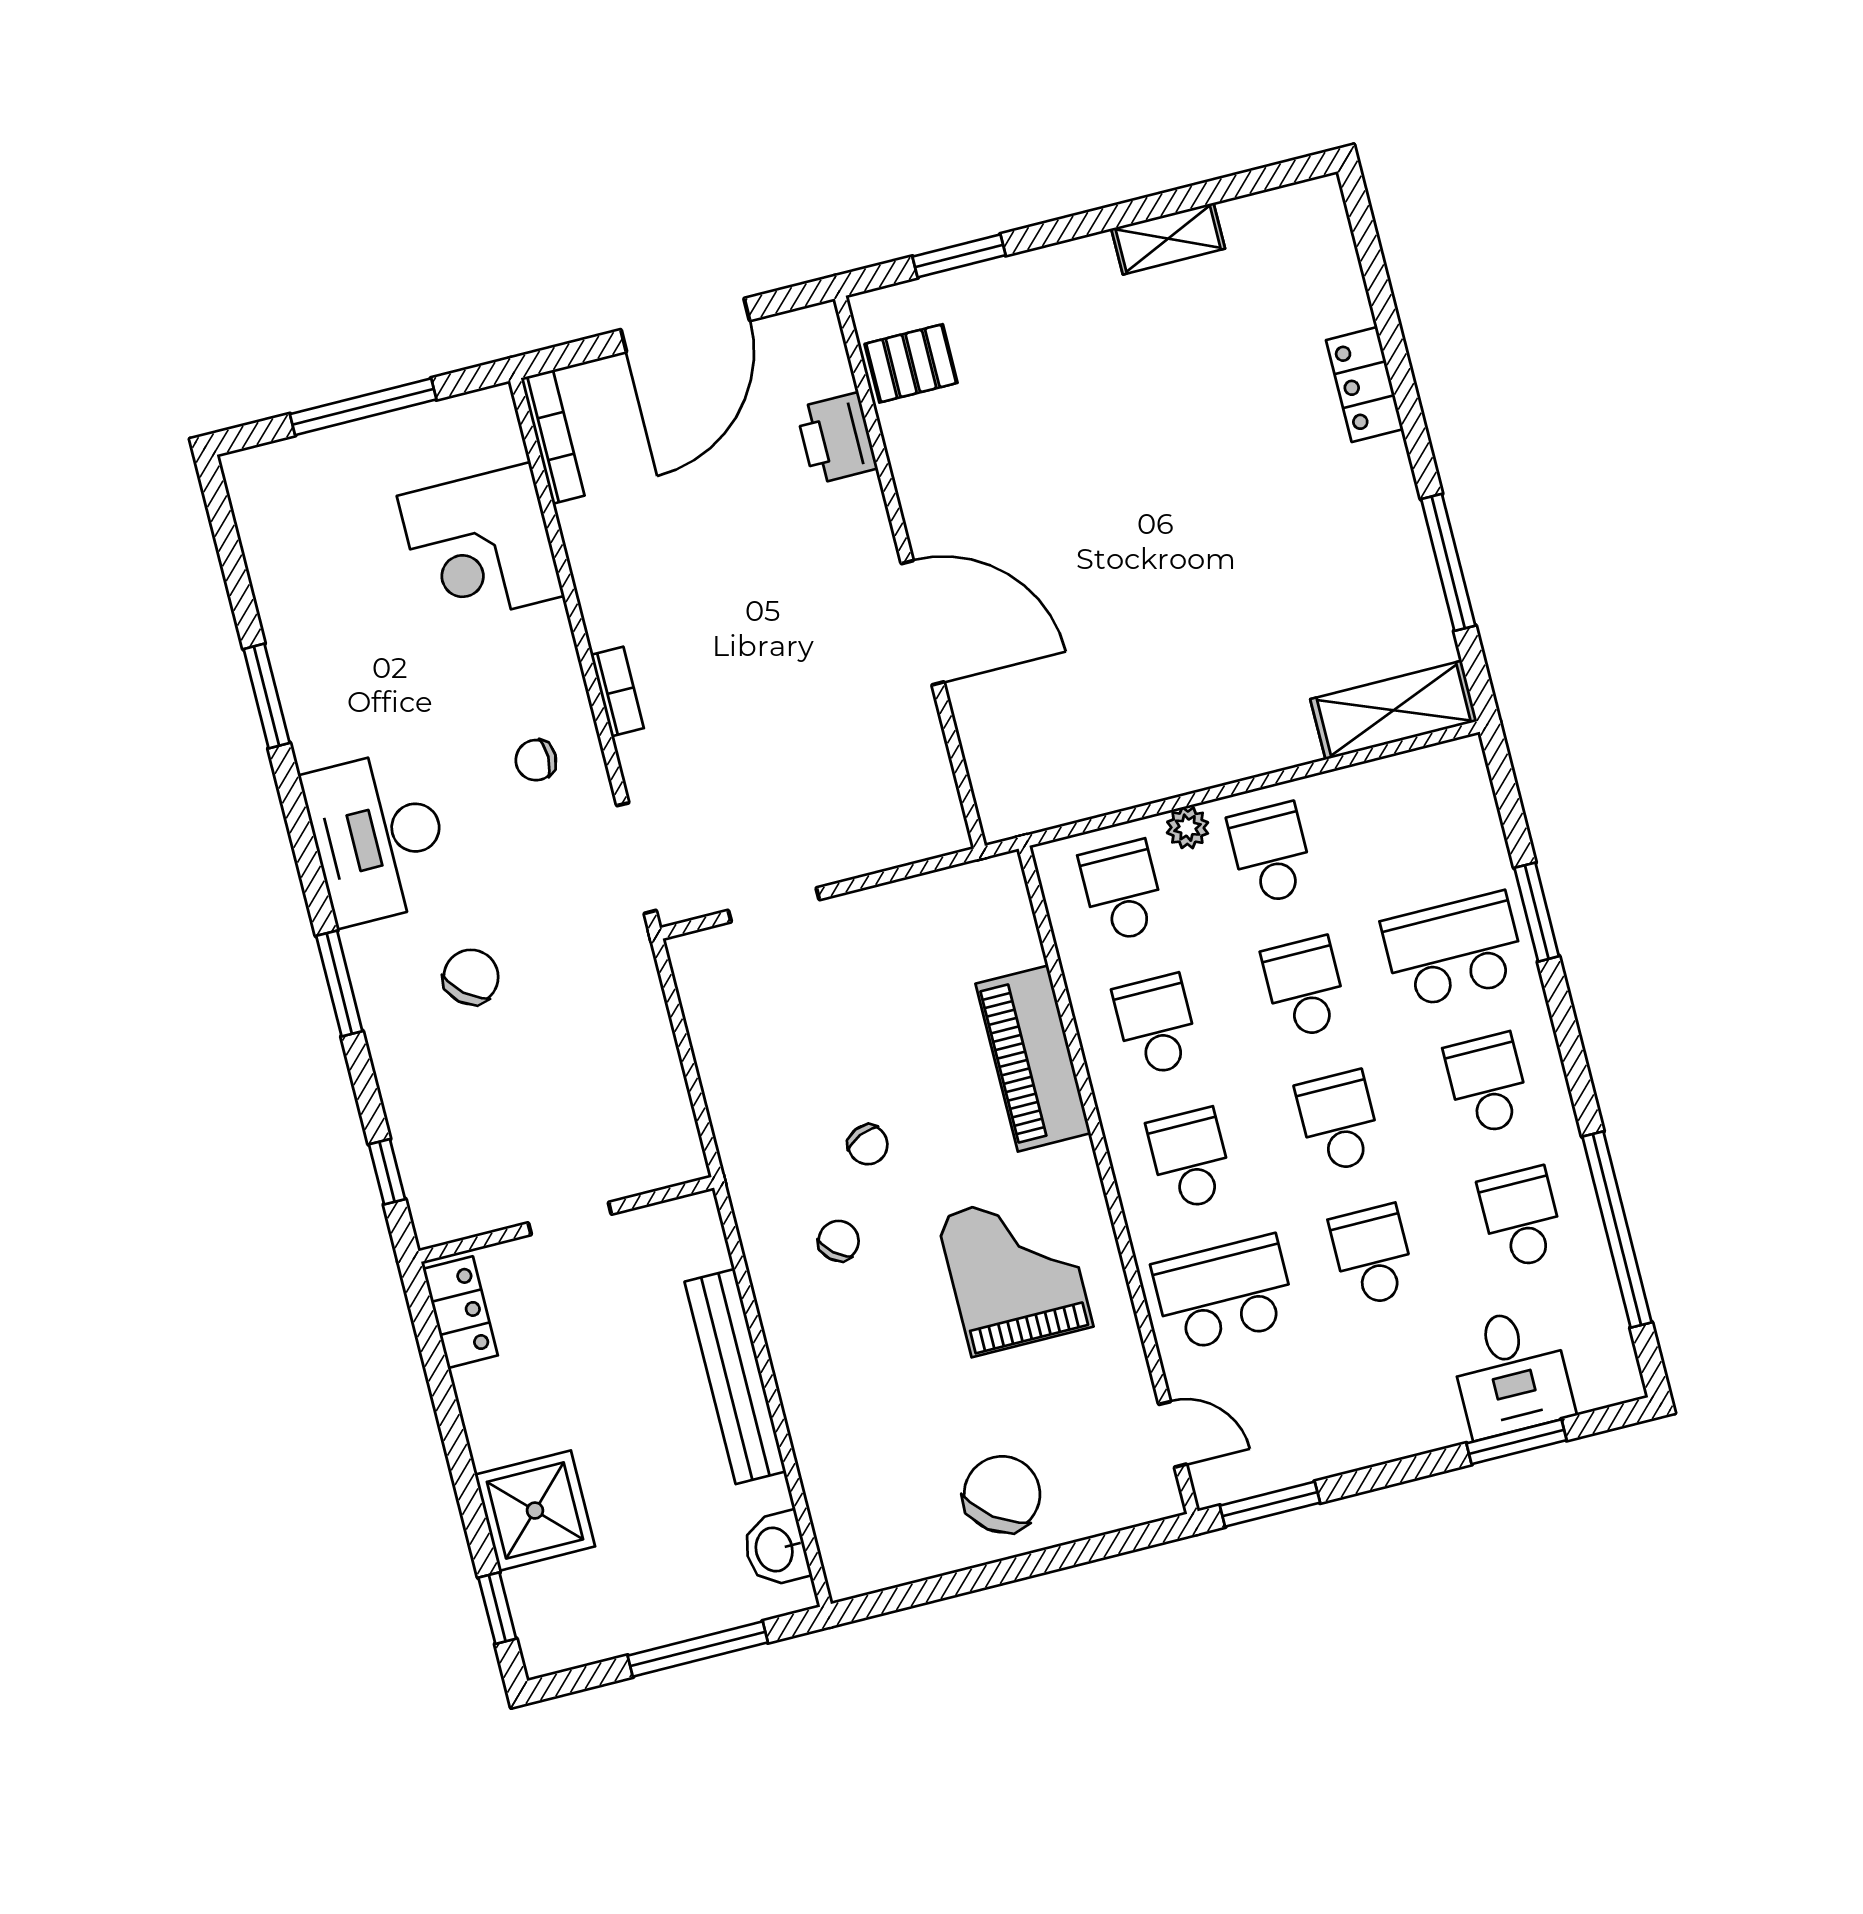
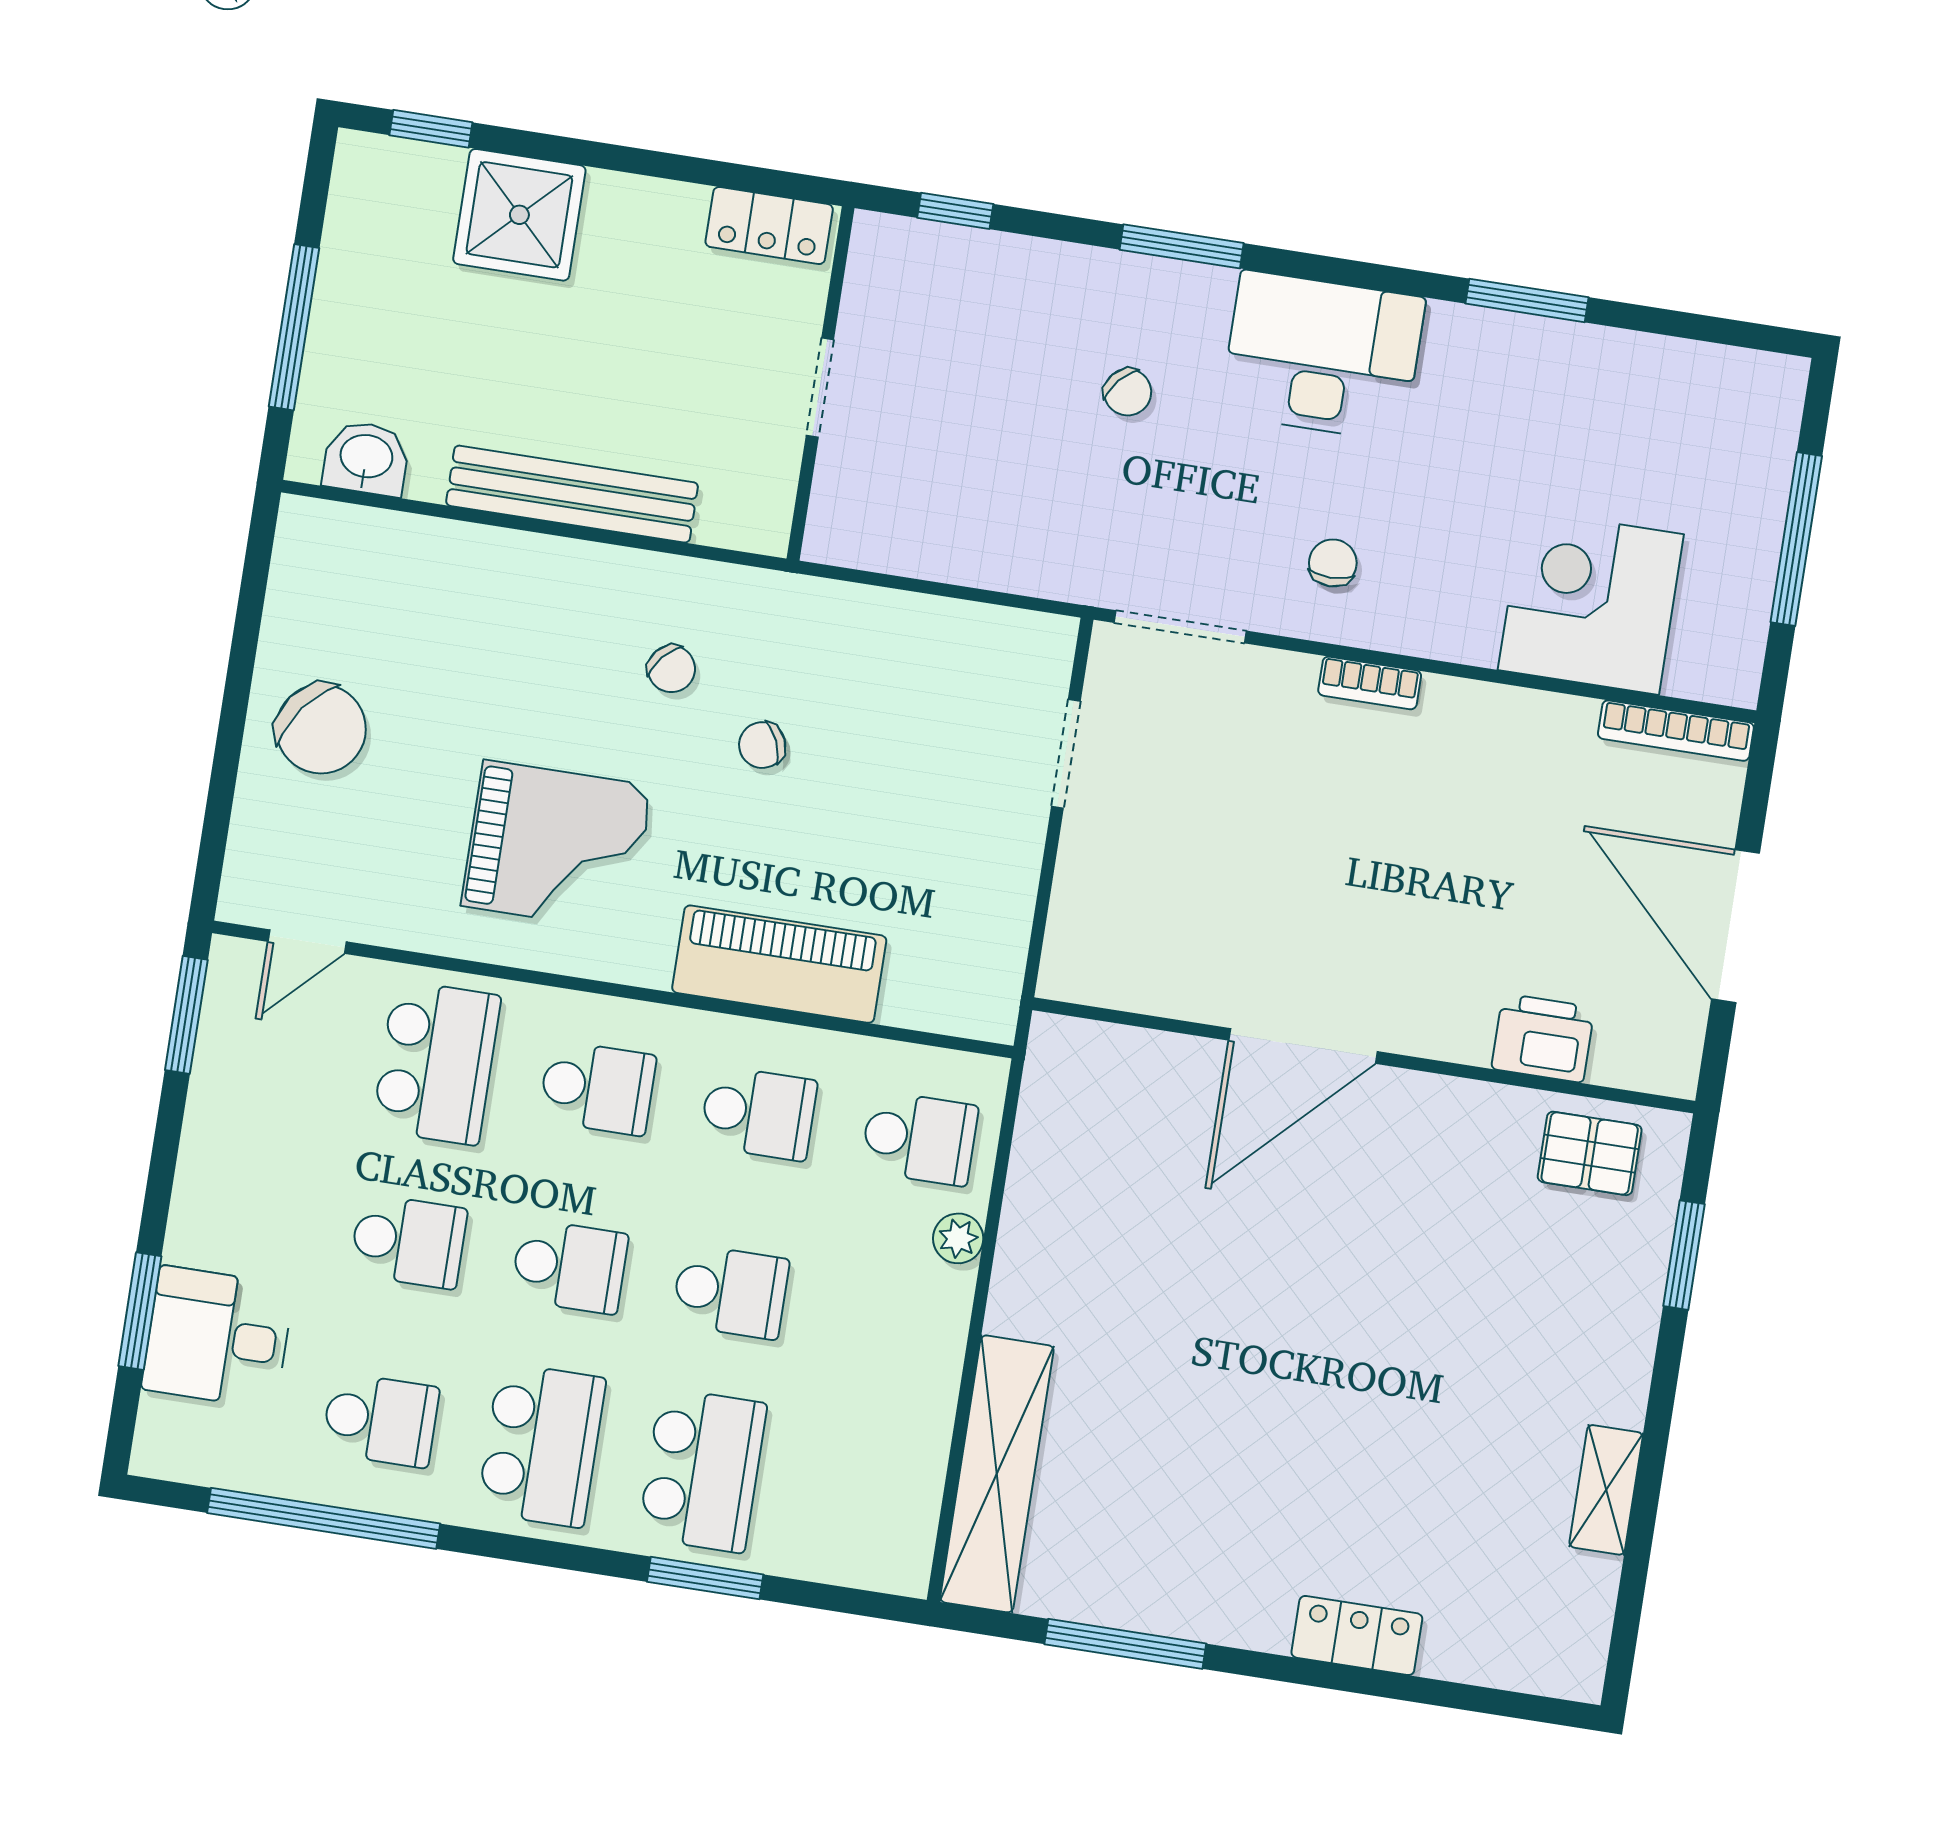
pallet: (911, 363) -> (1590, 1153), turned 90
shelving: (1394, 710) -> (997, 1474), width x1.47
school desk: (1271, 854) -> (891, 1317), removed
chair: (471, 977) -> (1128, 392), width x0.73, depth x0.73
school desk: (1487, 1084) -> (541, 1445), width x1.85

